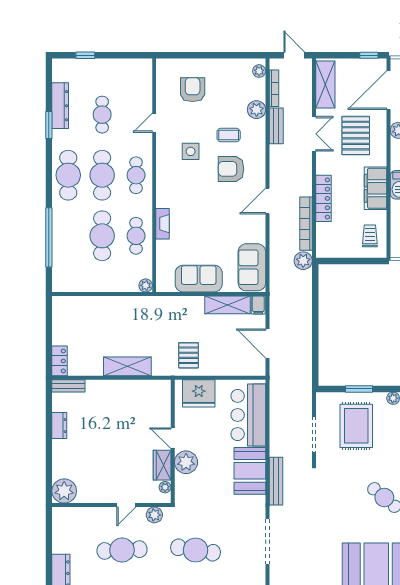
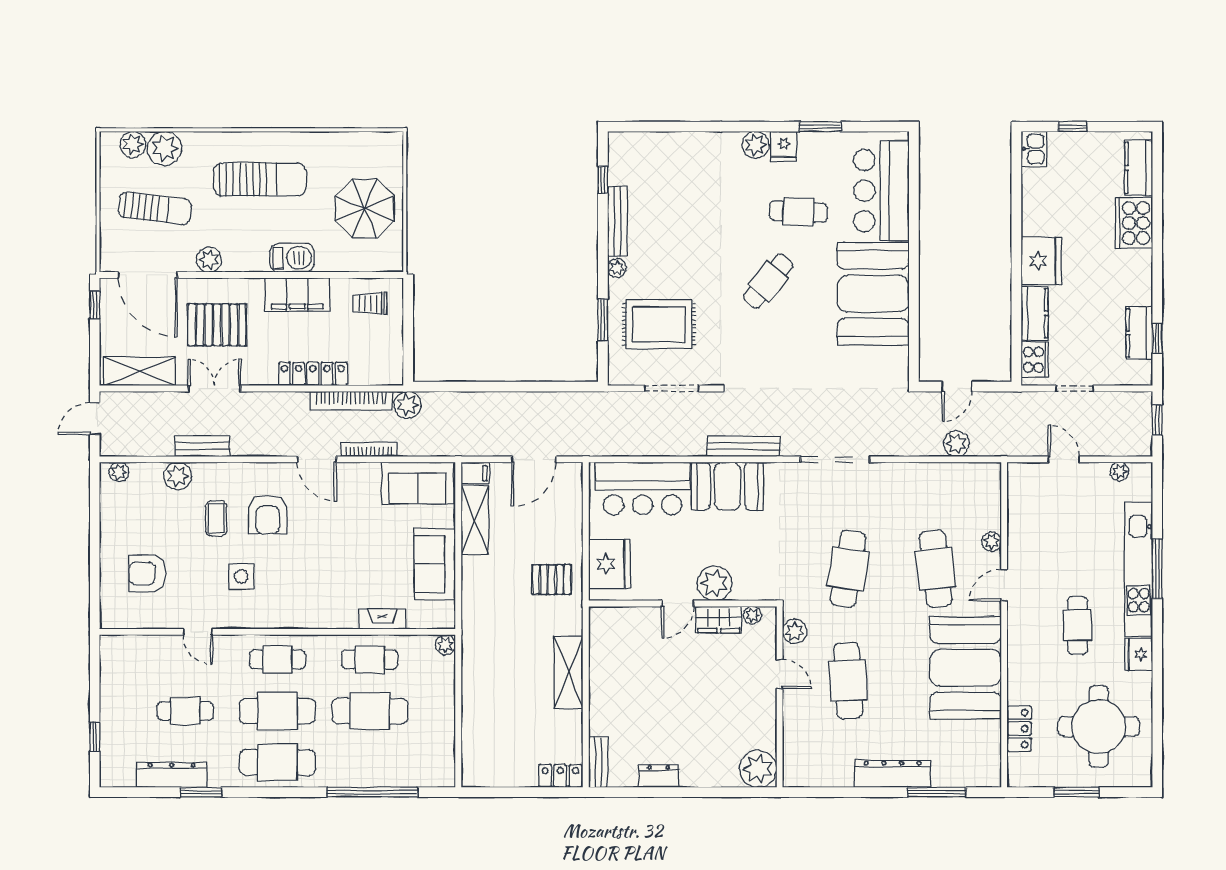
bookcase: (274, 88) -> (369, 449), moved
fireplace: (163, 224) -> (382, 619), moved

